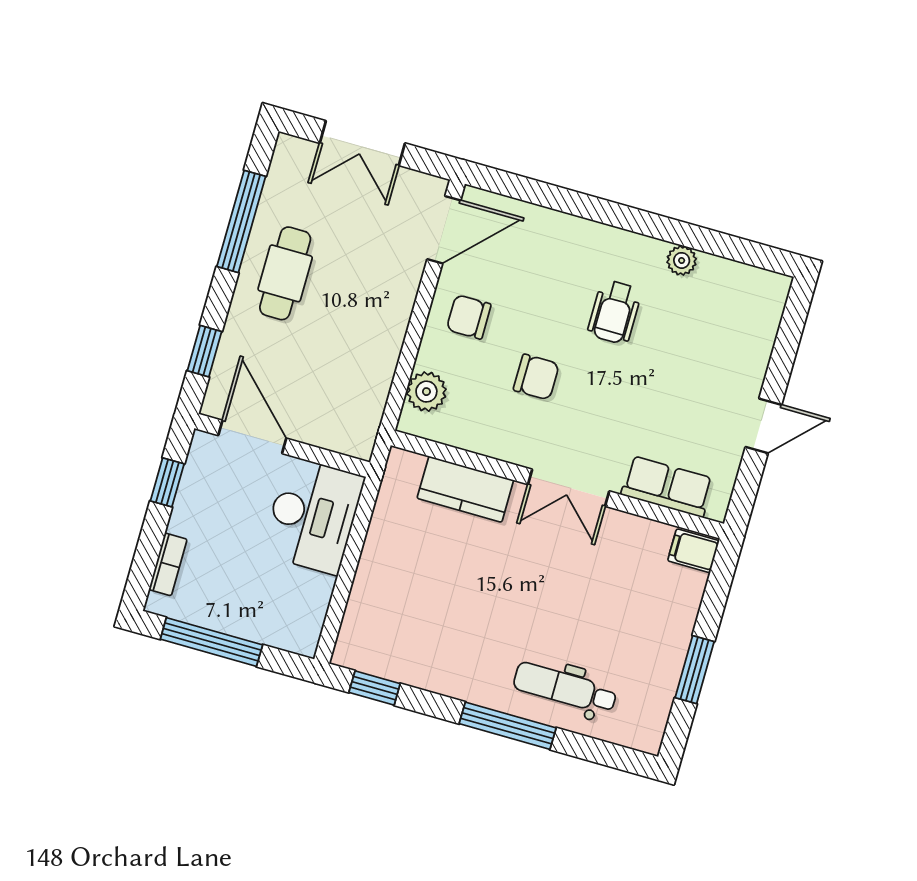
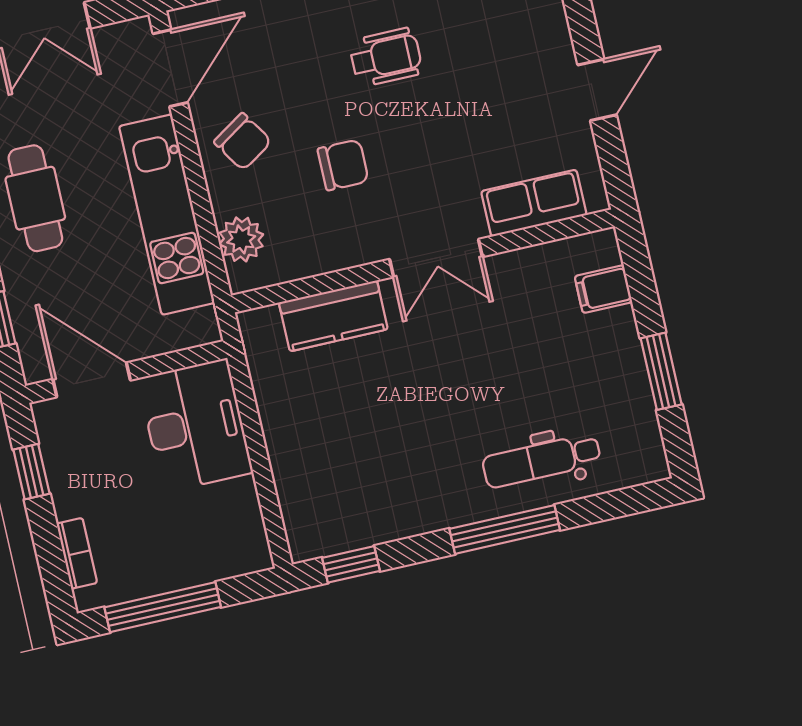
wheelchair: (615, 312) -> (386, 57), turned -90
chair: (469, 317) -> (243, 142), turned -123
kitchen unit: (380, 341) -> (167, 215), added
filing cabinet: (693, 551) -> (603, 289), moved

